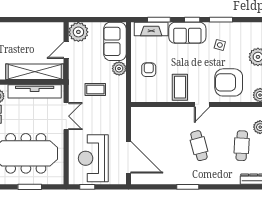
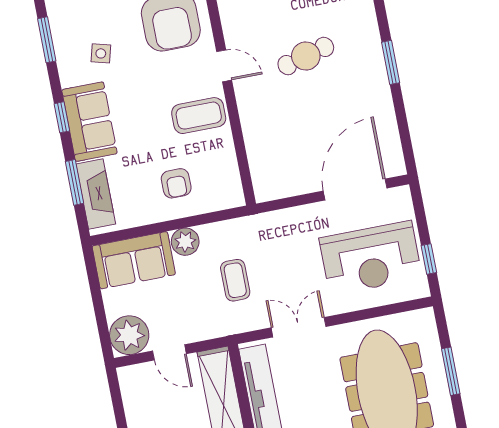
window: (221, 20) -> (47, 40), moved
armchair: (149, 70) -> (176, 183), turned -90

